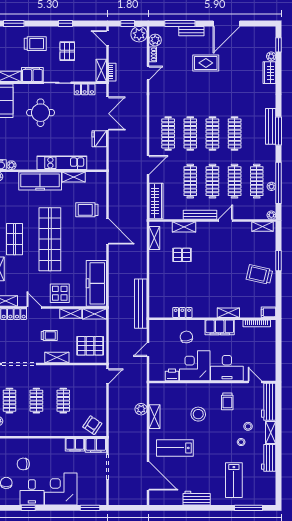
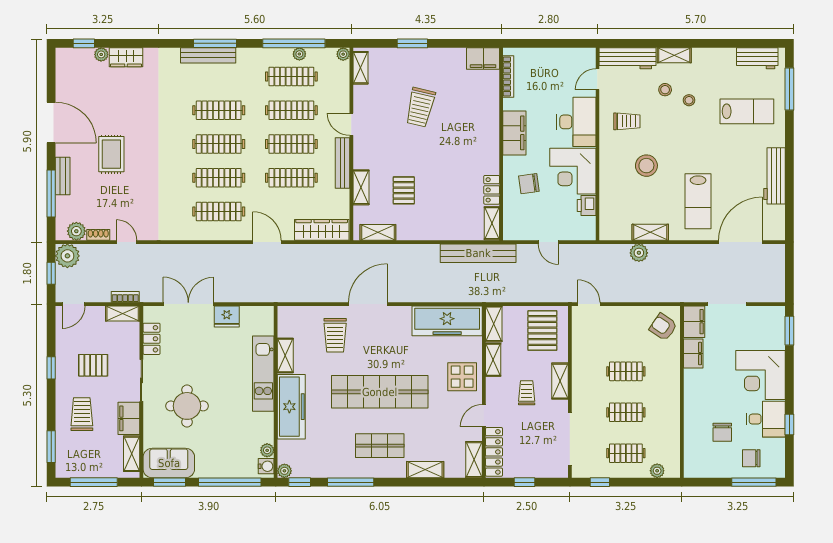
trolley: (259, 274) -> (420, 107), moved
filing cabinet: (269, 312) -> (483, 59), width x2.00
shelving: (228, 313) -> (492, 223), moved
workbench: (269, 458) -> (757, 58), moved
workbench: (197, 498) -> (774, 176), width x1.38

